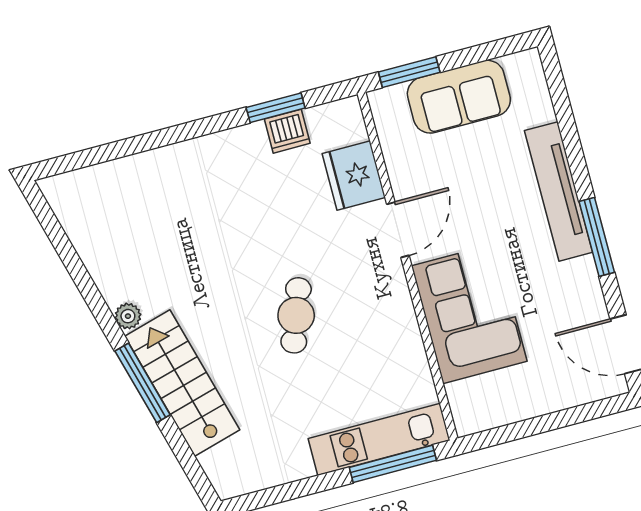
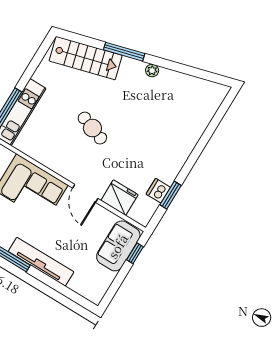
window: (409, 72) -> (135, 253), width x0.67
sofa: (459, 97) -> (118, 246), moved
stairs: (182, 383) -> (86, 58), moved

